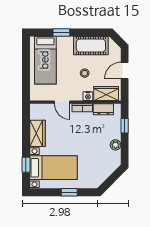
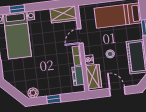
window: (125, 126) -> (54, 99), moved
wardrobe: (37, 133) -> (63, 14), moved
plant: (116, 145) -> (33, 93), moved

